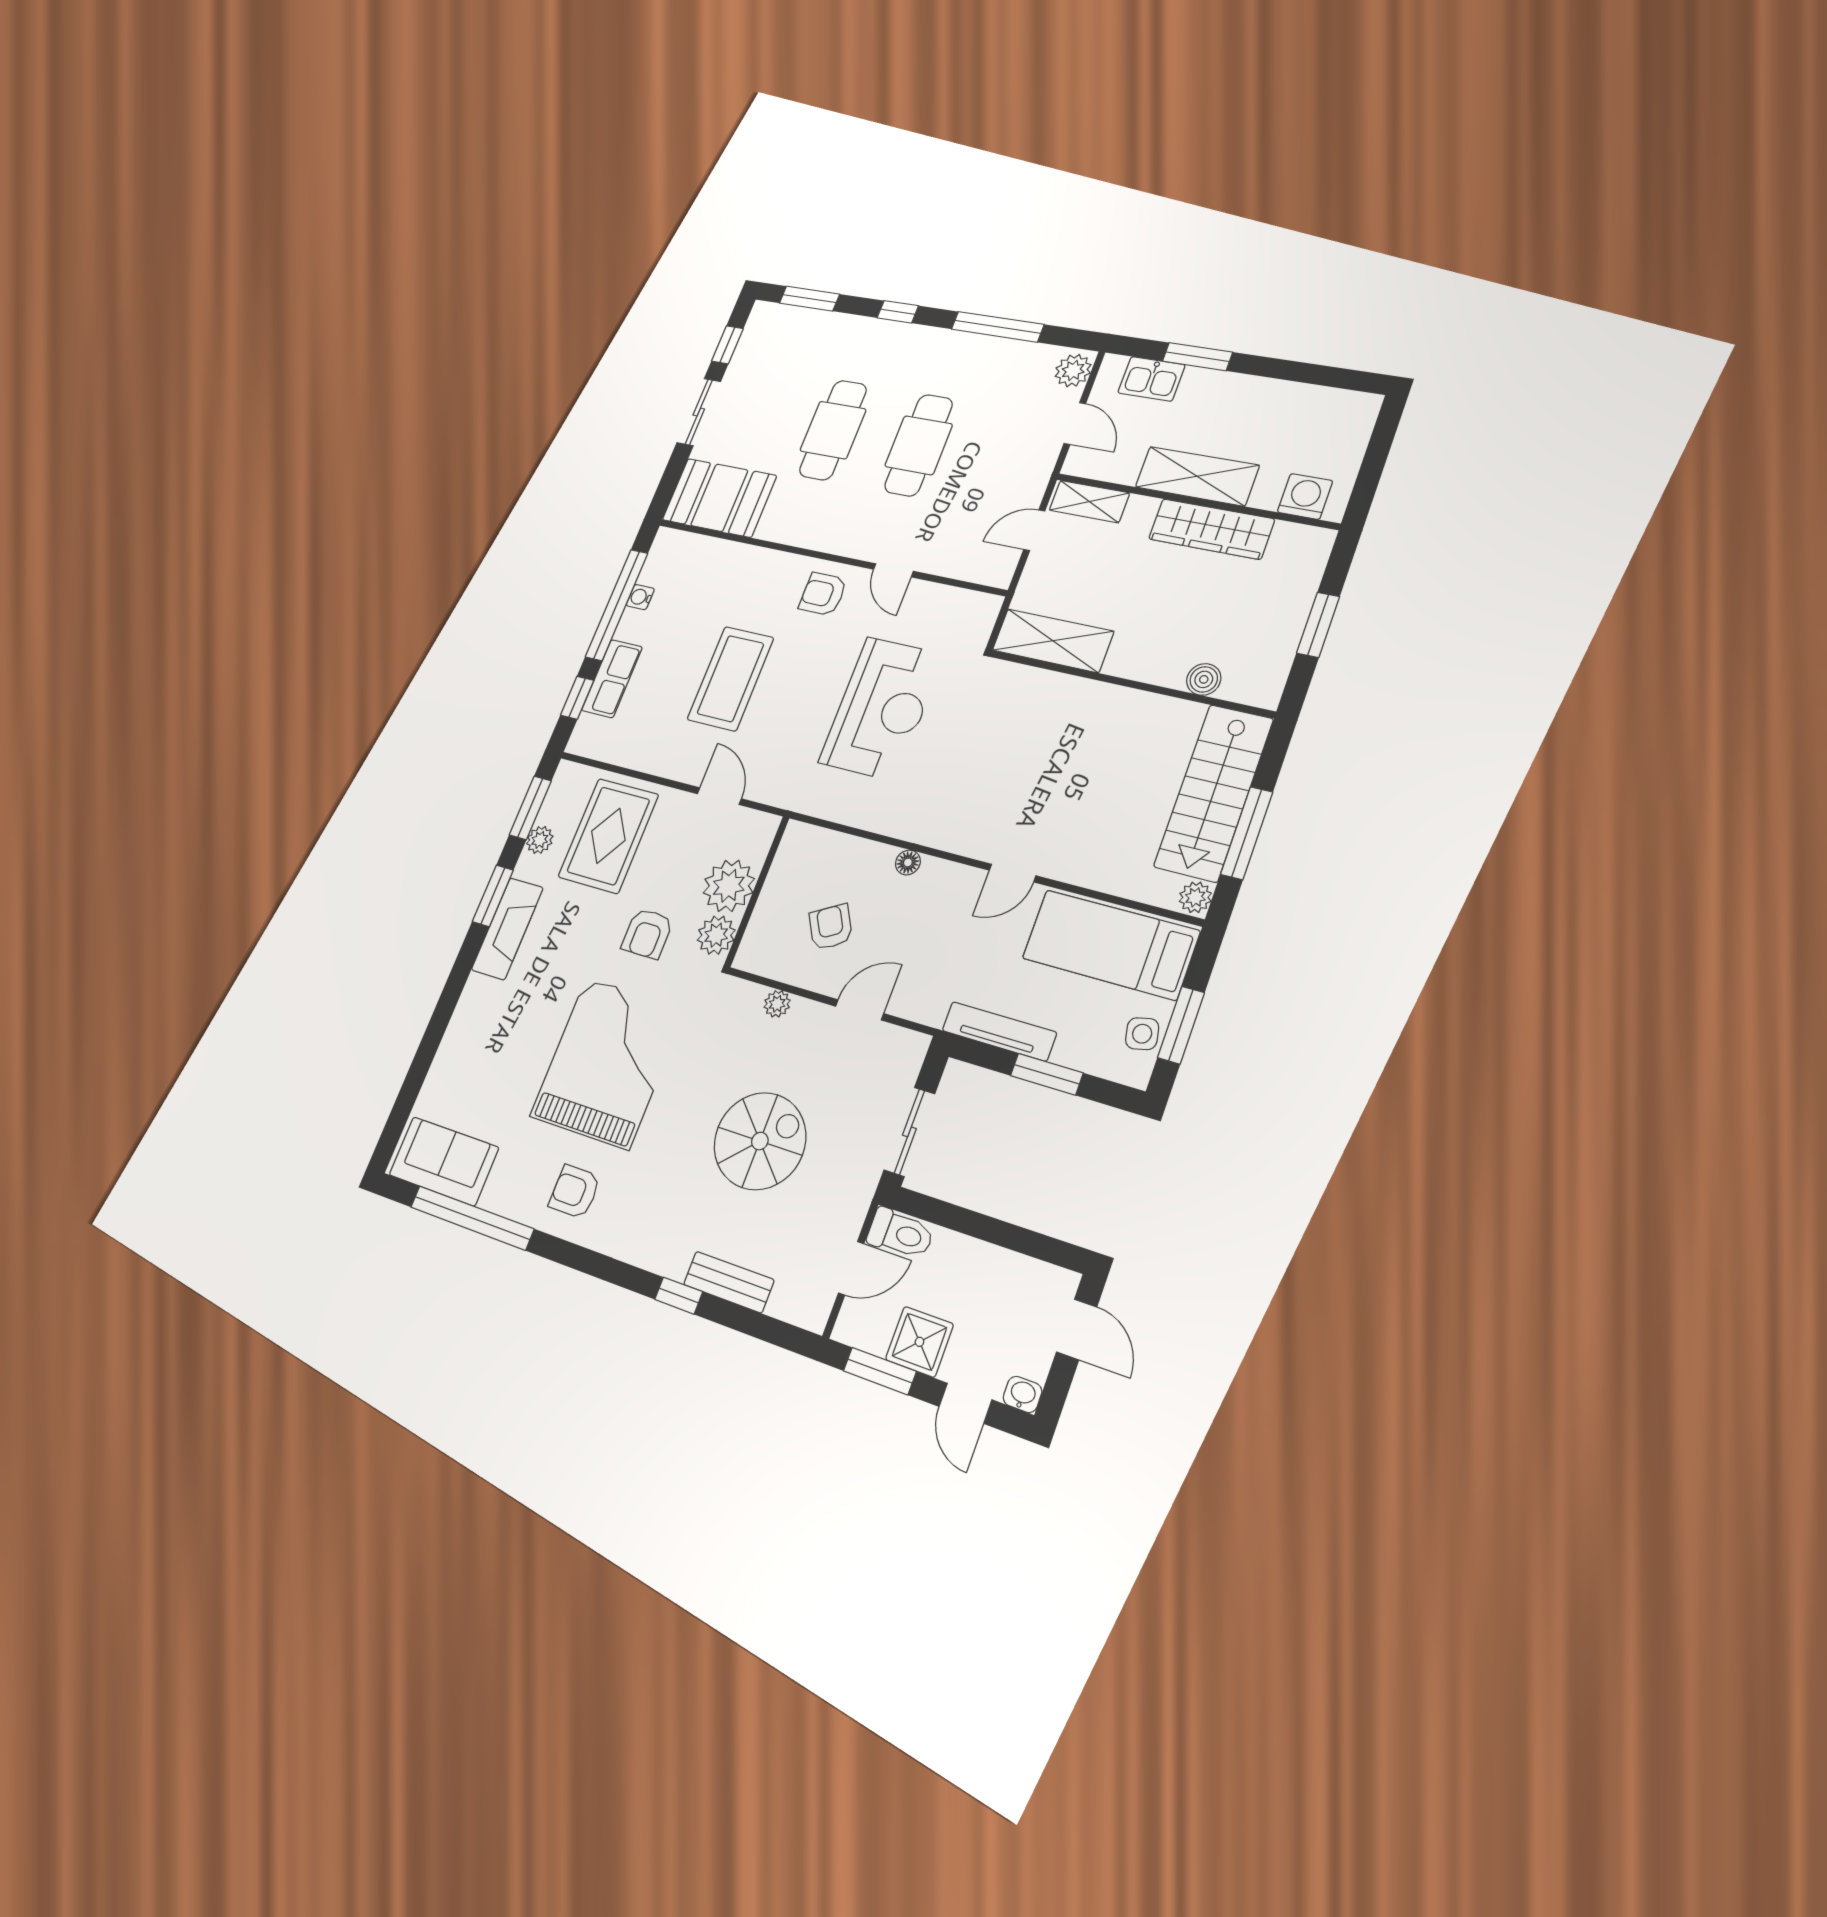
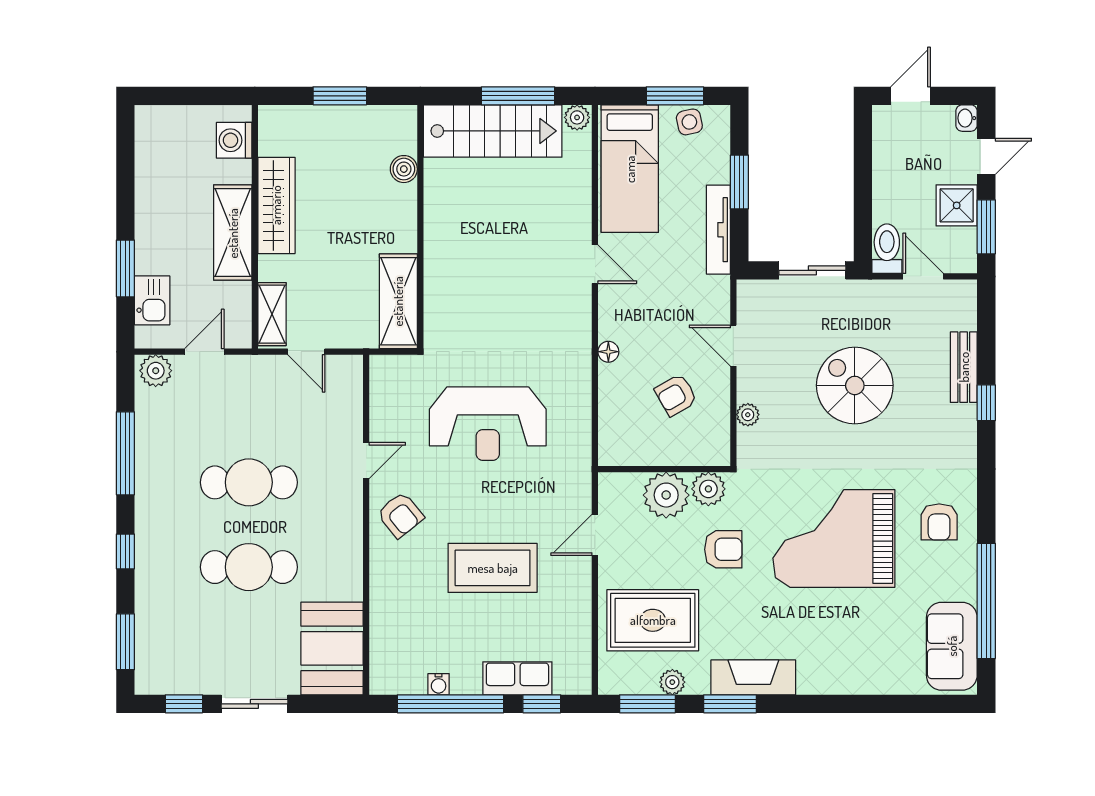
armchair: (823, 594) -> (400, 515), turned -39
reception desk: (881, 708) -> (488, 424), turned 180

